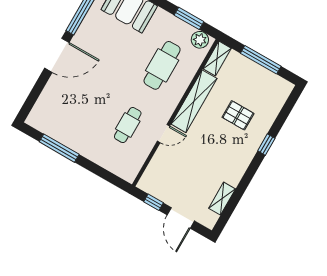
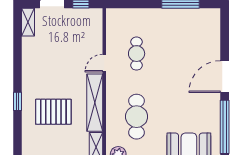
pallet: (238, 115) -> (53, 112), width x1.50, depth x1.42
shelving: (222, 199) -> (28, 22), moved

